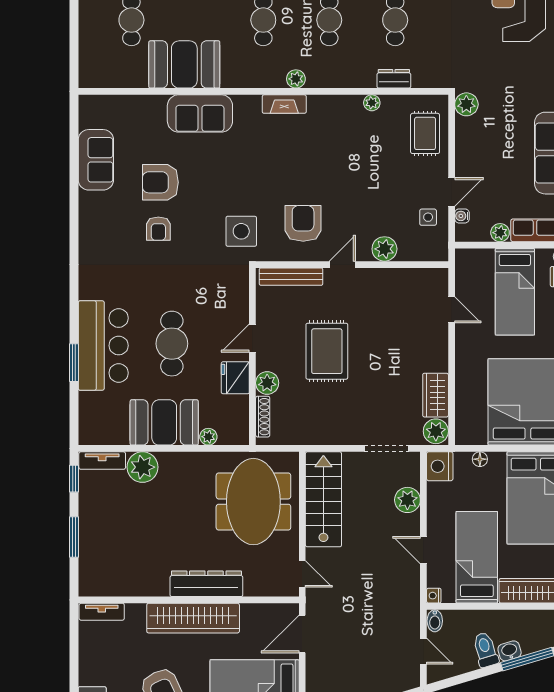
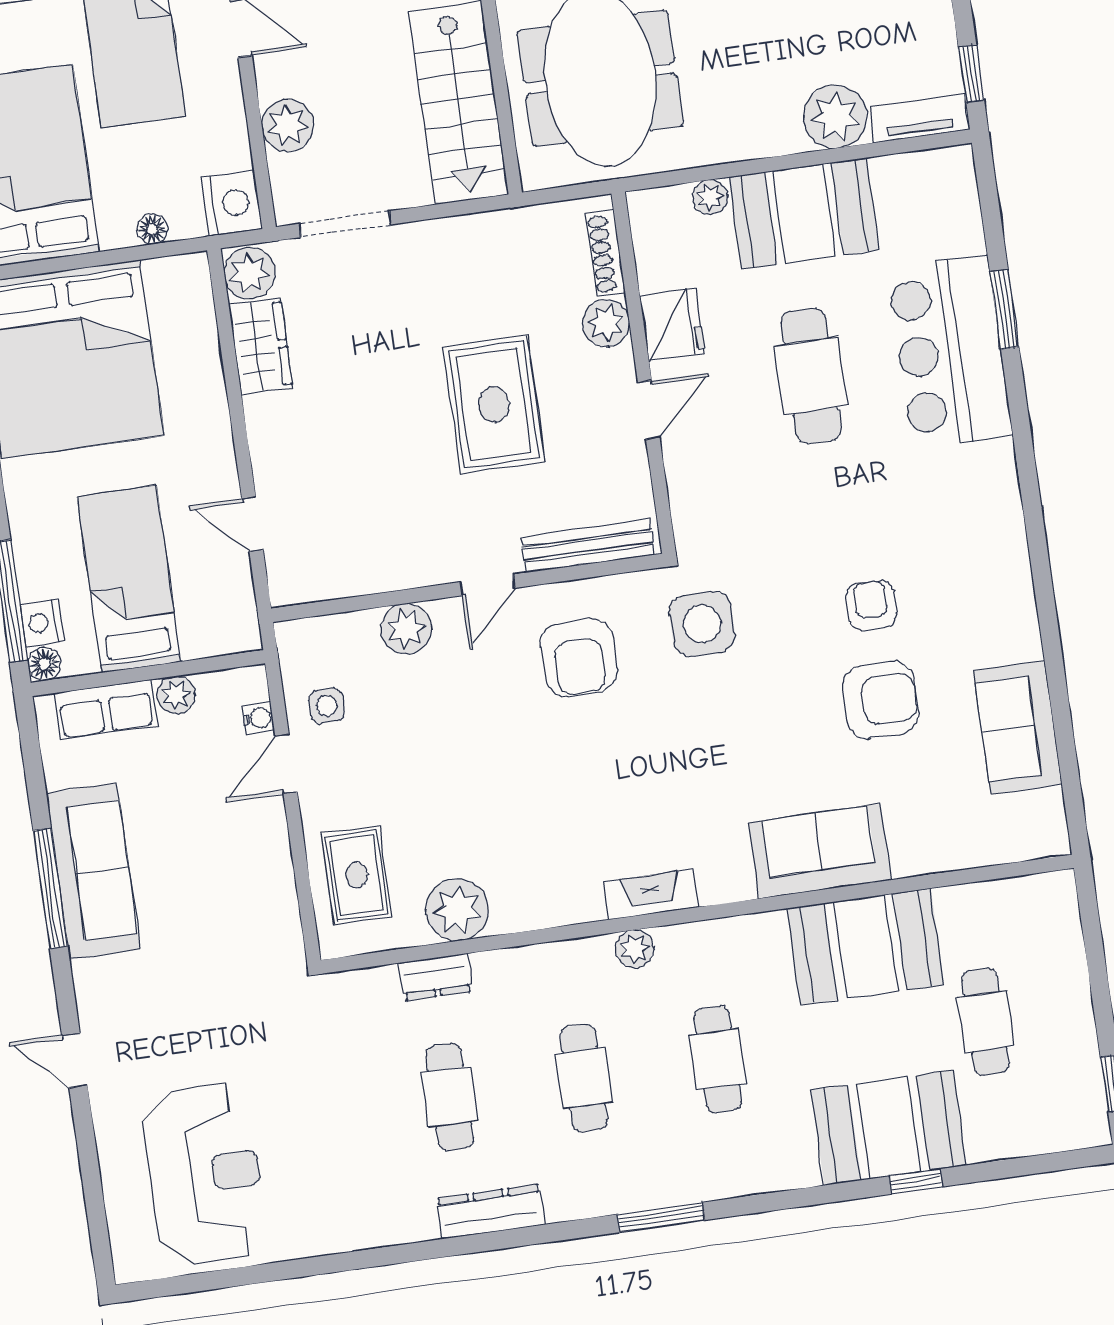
plant: (372, 103) -> (457, 910), width x1.87, depth x1.87
plant: (466, 104) -> (281, 946), removed

